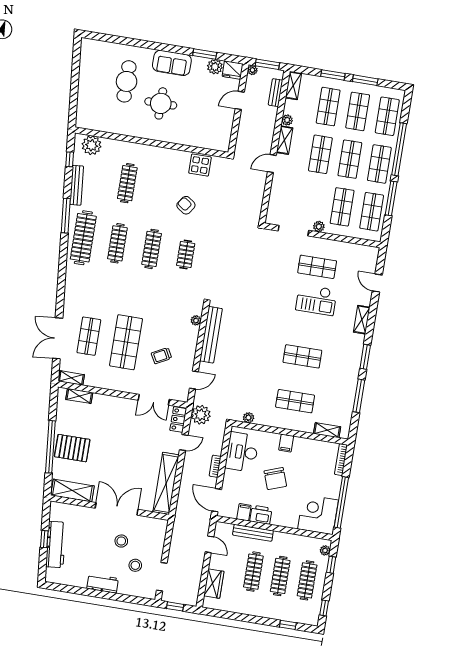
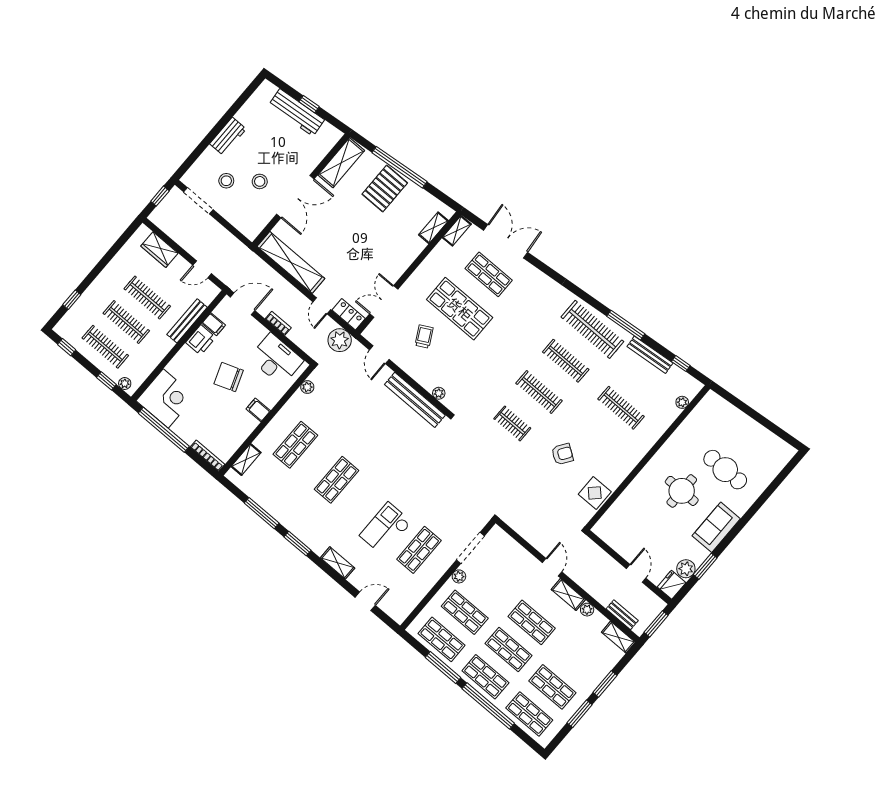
plant: (252, 70) -> (659, 605), removed
shop shelf: (328, 107) -> (576, 660), removed
plant: (92, 145) -> (682, 402), width x0.53, depth x0.53

